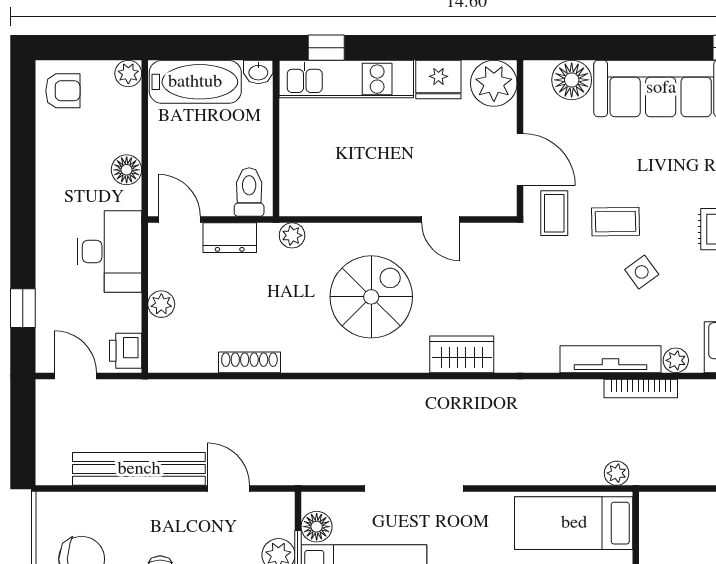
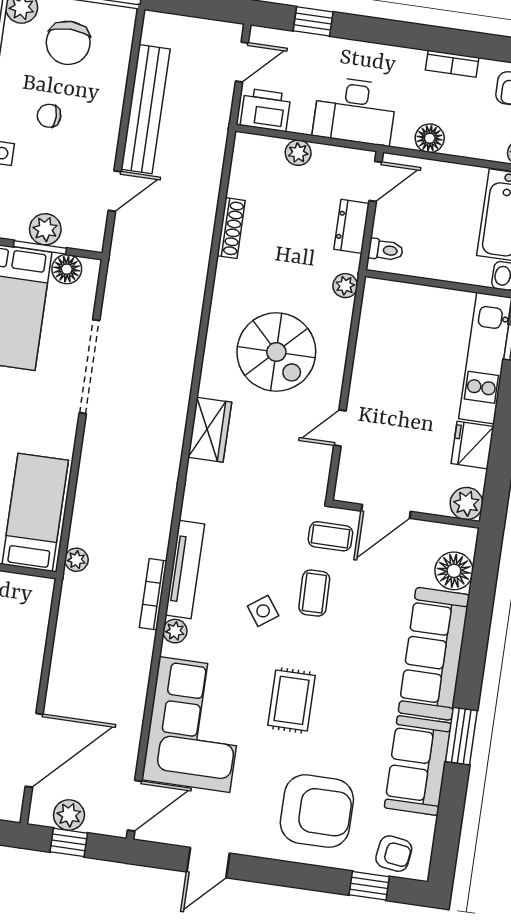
plant: (494, 83) -> (466, 503), width x0.73, depth x0.73
bookcase: (46, 158) -> (452, 64), added
toilet: (249, 192) -> (386, 250), width x0.73, depth x0.72
printer: (126, 351) -> (265, 110), width x1.36, depth x1.24

